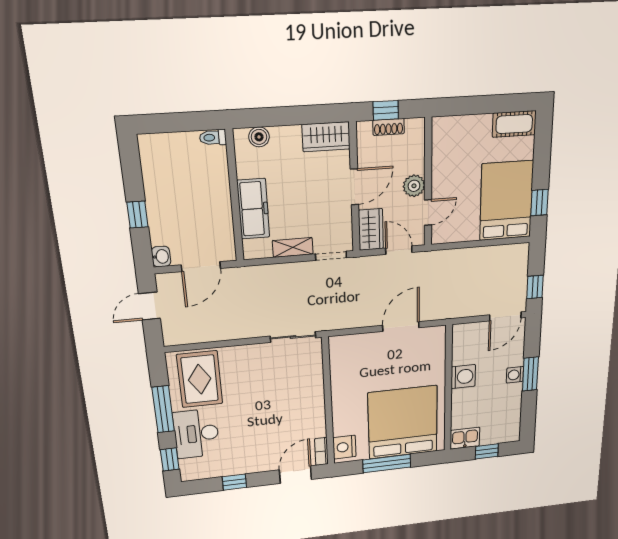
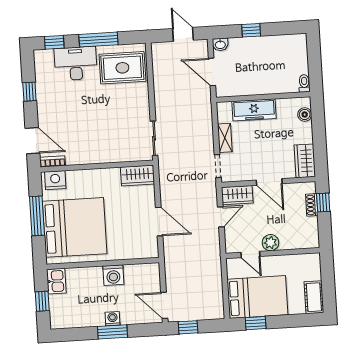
wall: (428, 183) -> (273, 253), moved
plant: (414, 186) -> (270, 243), moved
door: (428, 212) -> (250, 254), moved
wardrobe: (341, 355) -> (137, 176), added

